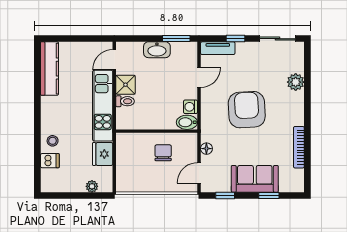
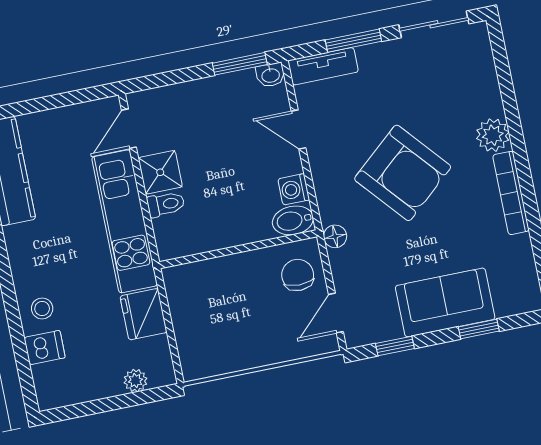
window: (236, 39) -> (353, 41), width x1.50
washbasin: (157, 50) -> (271, 75), moved, width x0.52, depth x0.69
door: (199, 77) -> (299, 130), swing flipped
plant: (296, 82) -> (493, 135), moved
armchair: (247, 110) -> (403, 173), turned 142
bookcase: (299, 147) -> (511, 193), moved
floor lamp: (206, 149) -> (335, 236), moved
chair: (163, 153) -> (298, 275), moved

